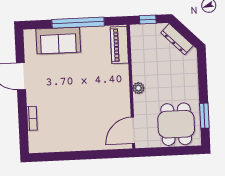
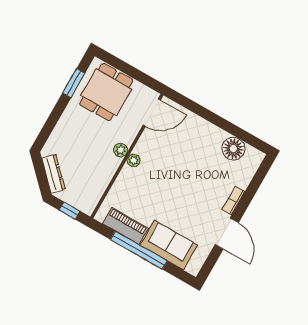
piano: (119, 45) -> (125, 226), moved, turned -90
plant: (124, 87) -> (134, 160), added
bookcase: (32, 118) -> (234, 201), moved
floor lamp: (56, 142) -> (233, 149), added

